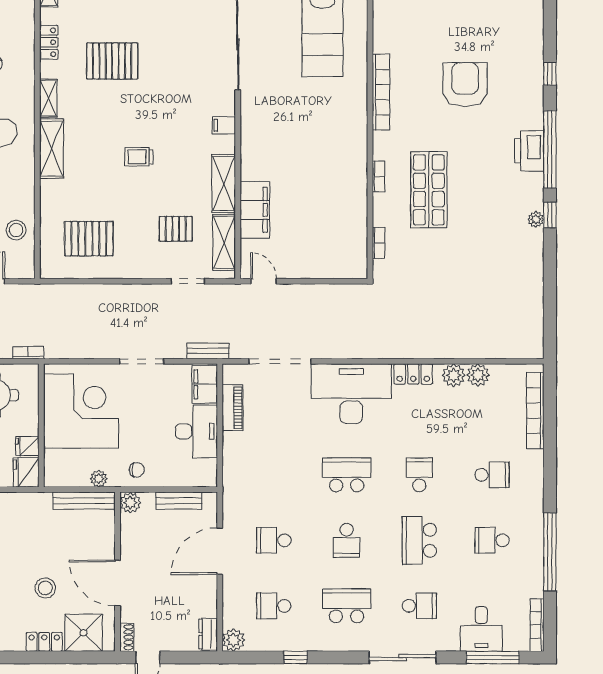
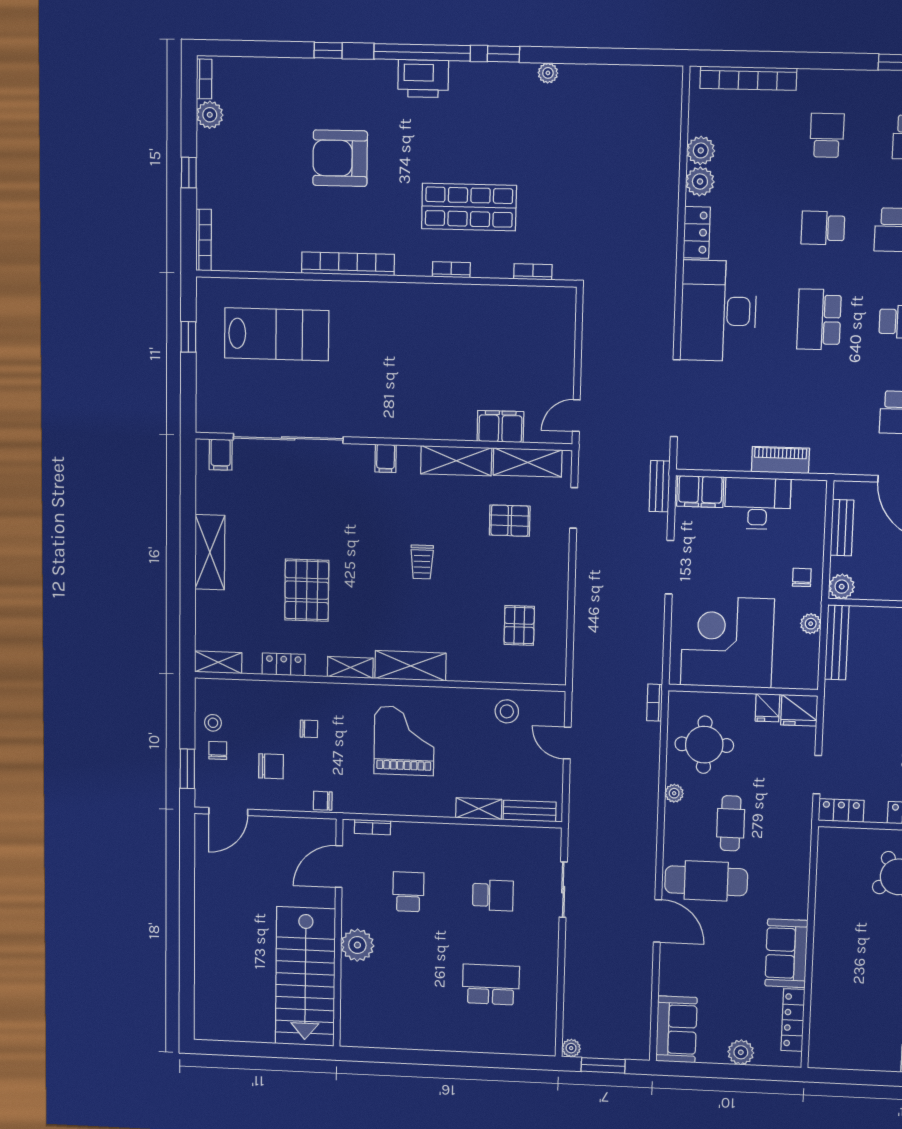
filing cabinet: (255, 210) -> (500, 427), width x0.67, depth x0.86
plant: (536, 219) -> (548, 73), moved
pallet: (176, 229) -> (510, 521), turned 90
pallet: (89, 239) -> (519, 625), width x0.67, depth x0.71
piano: (232, 408) -> (780, 460), moved

